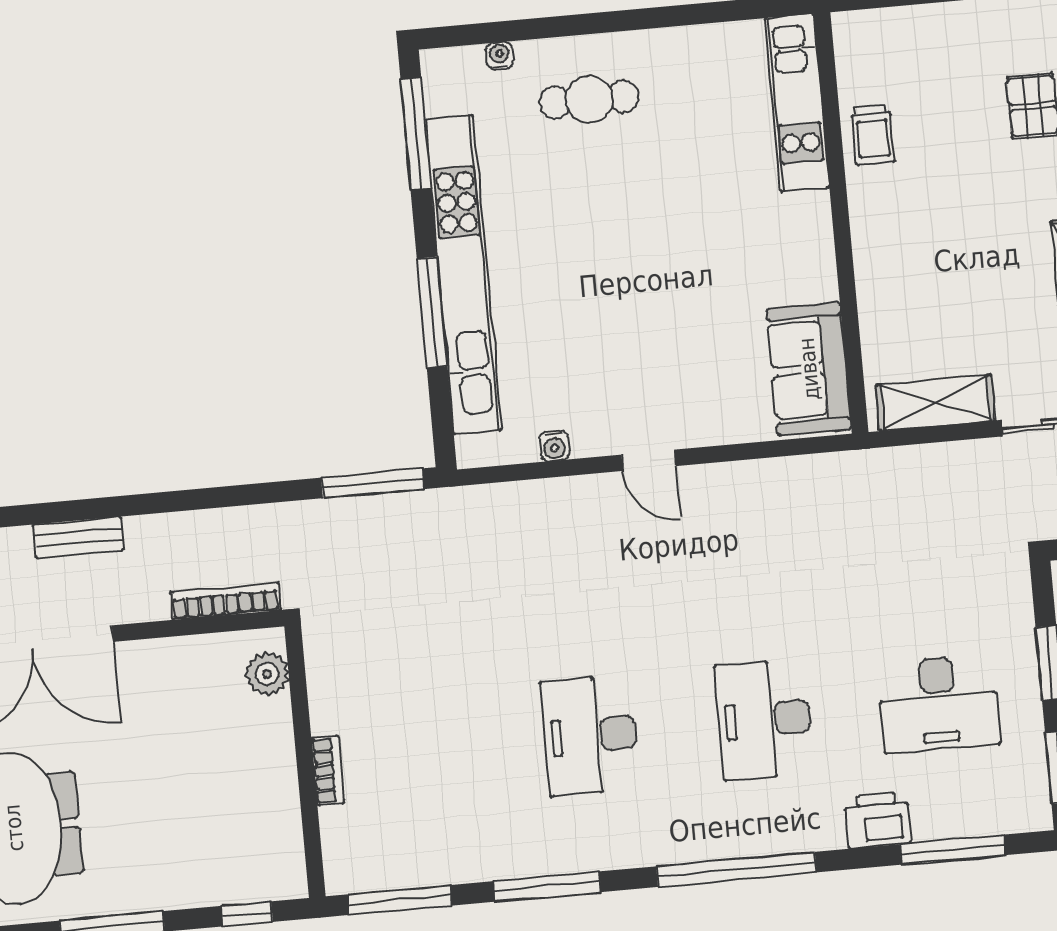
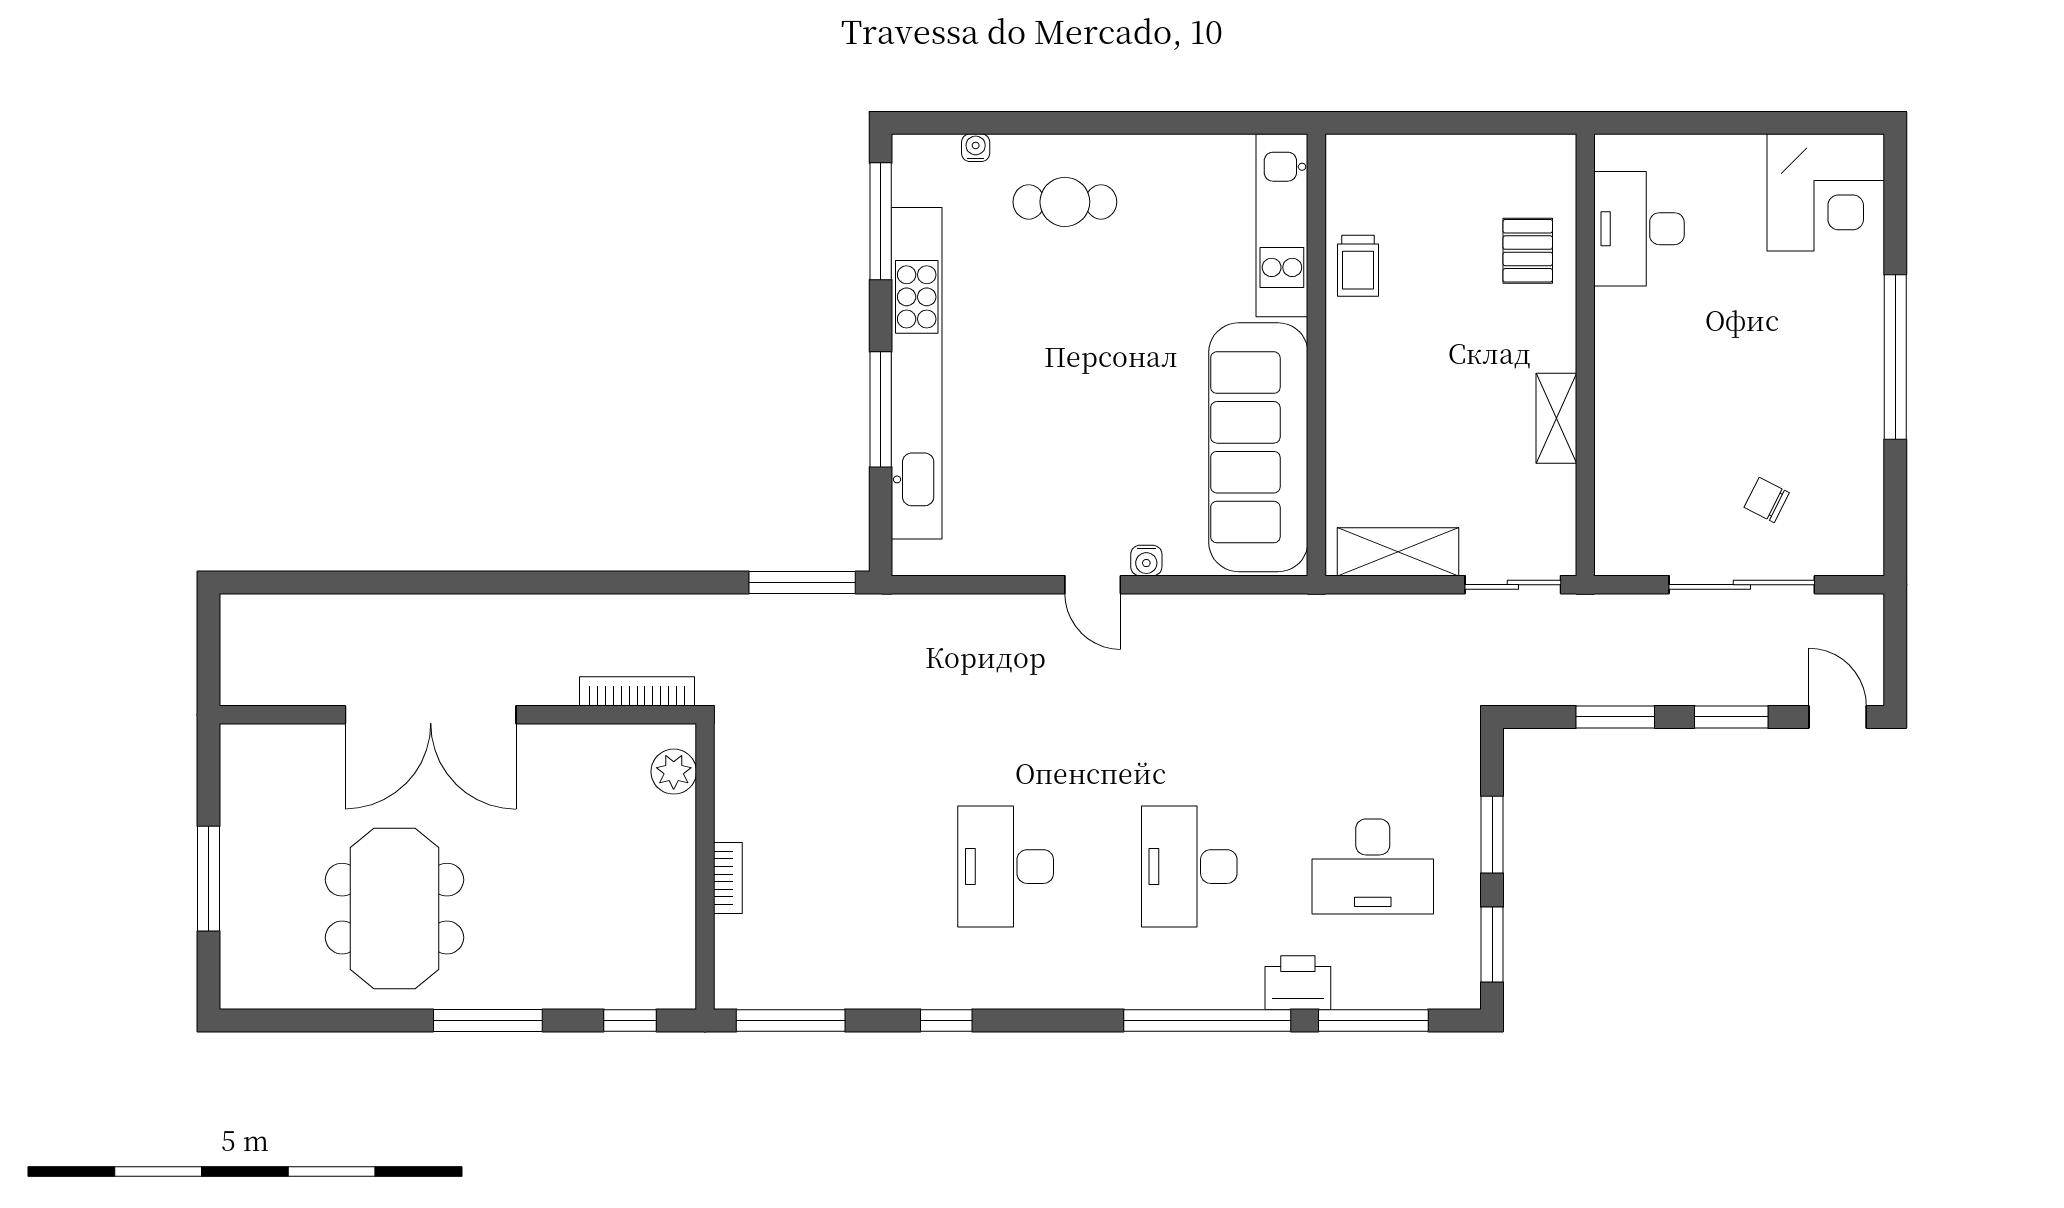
sofa: (809, 369) -> (1258, 447), width x1.85, depth x1.27
water cooler: (554, 446) -> (1146, 561), moved
bench: (78, 537) -> (490, 611), removed
window: (736, 869) -> (1207, 1020), moved
window: (547, 887) -> (946, 1020), width x0.46

